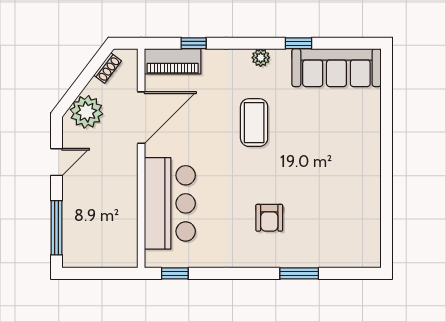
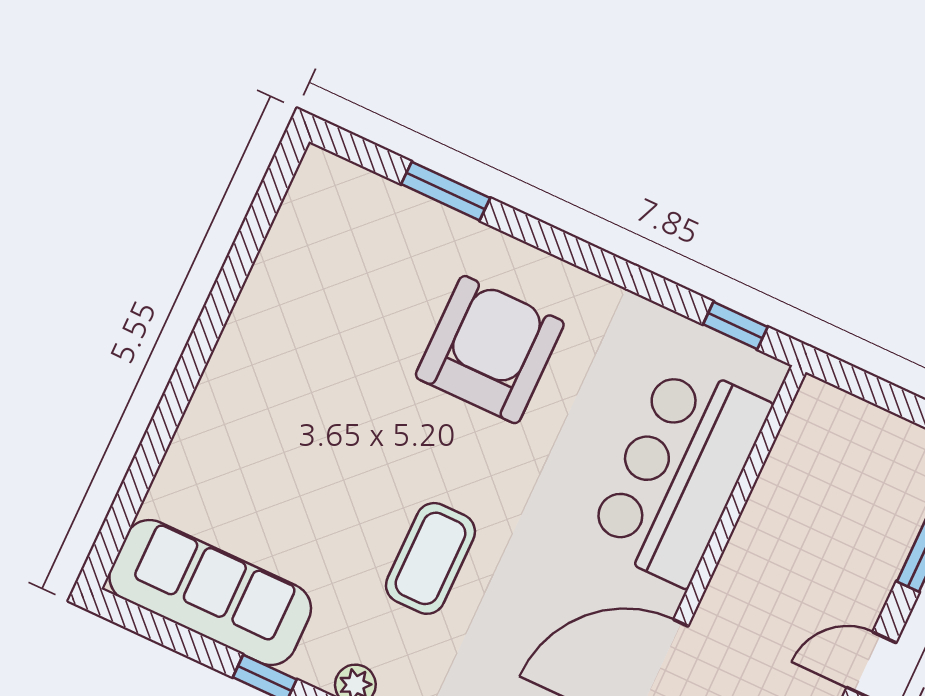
armchair: (269, 218) -> (490, 350), width x1.88, depth x1.88
window: (299, 273) -> (446, 191), moved

